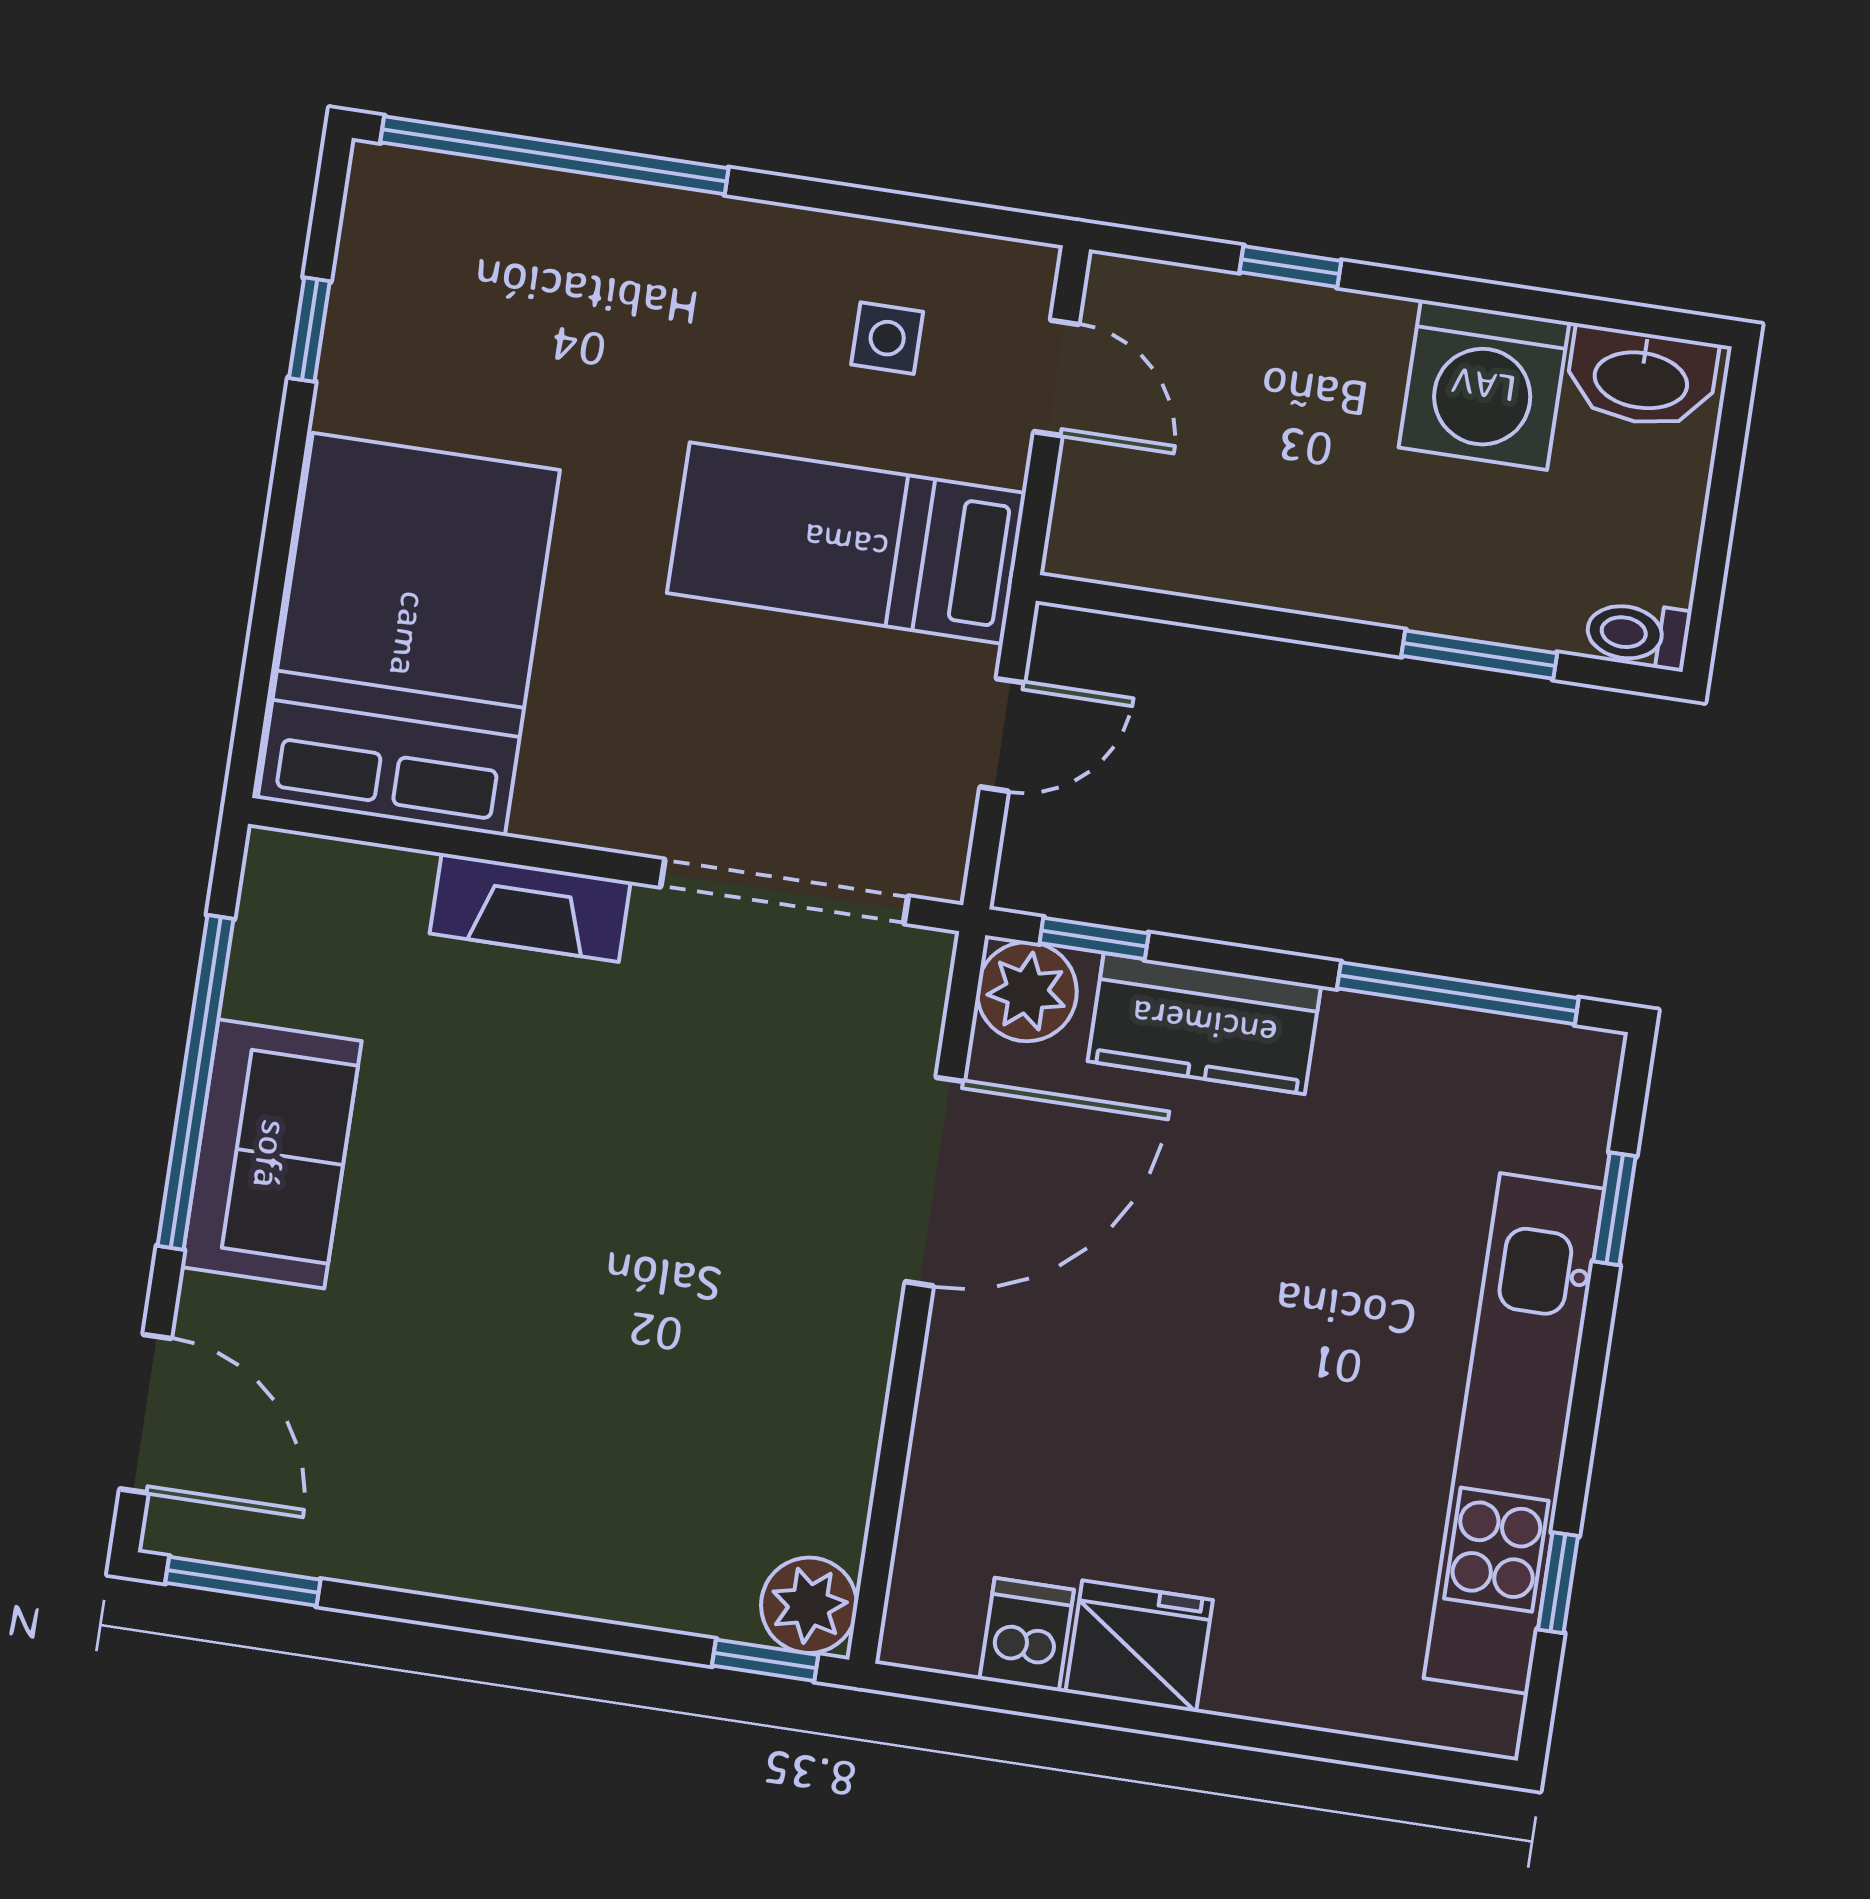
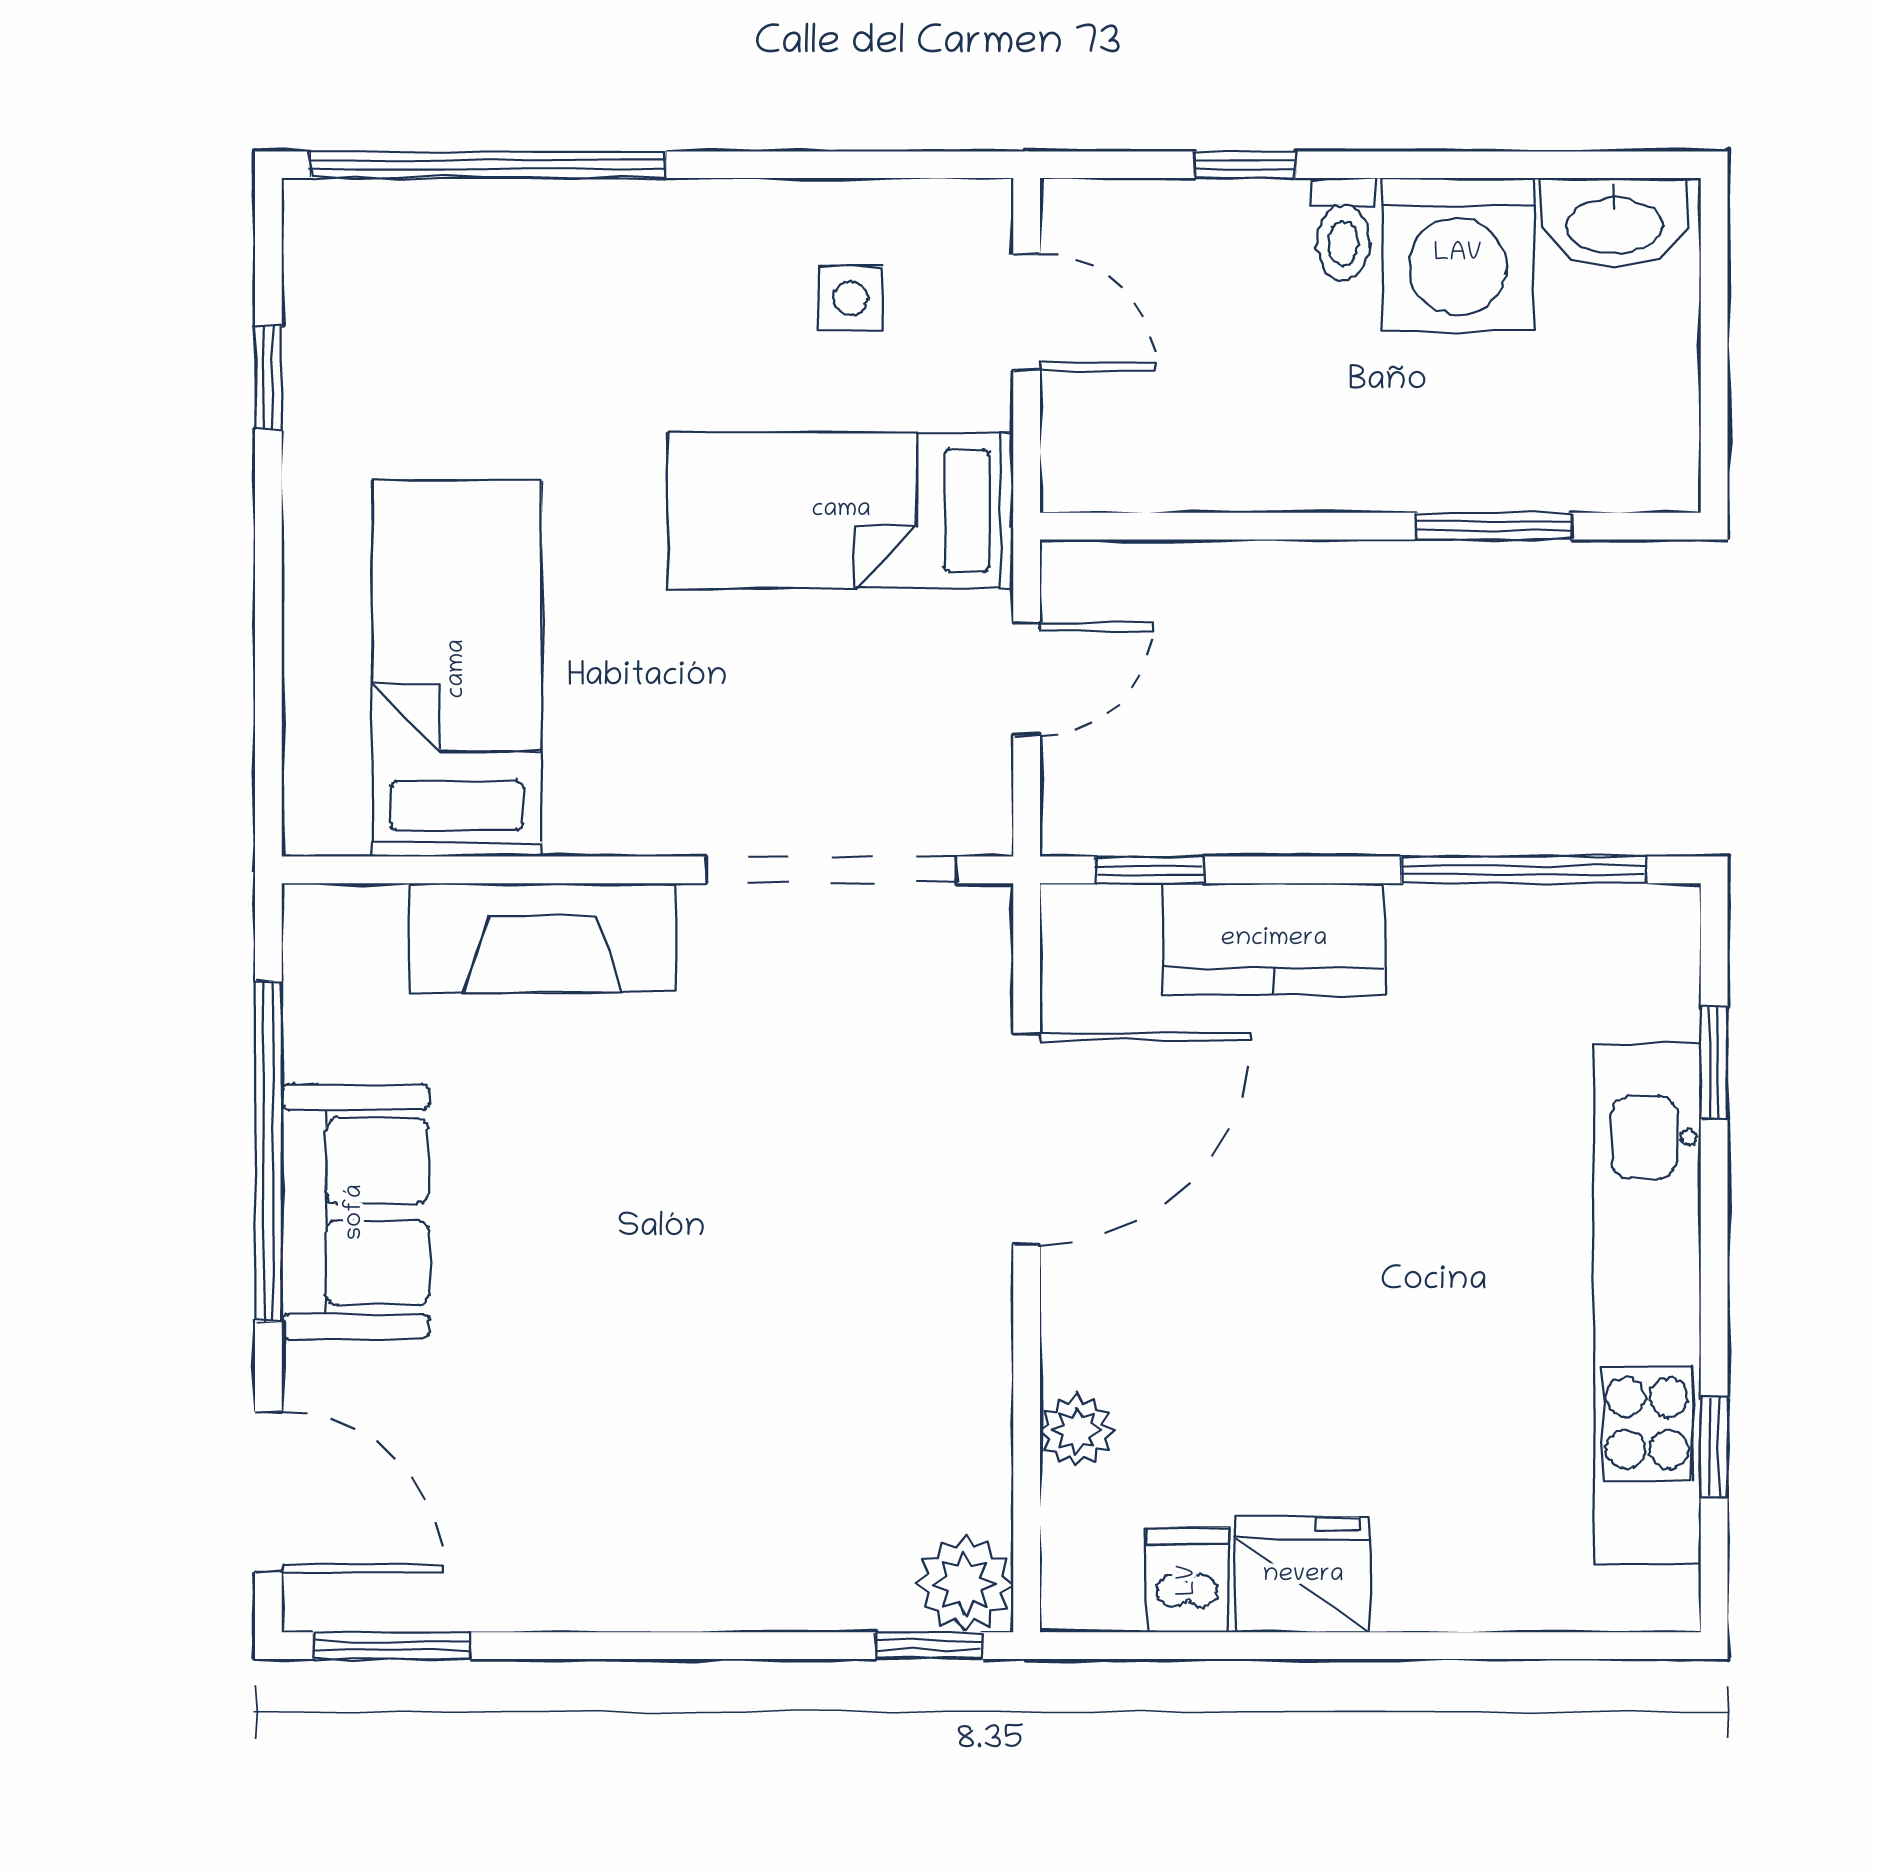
bed: (409, 634) -> (457, 669), width x0.67
toilet: (1638, 634) -> (1343, 229), moved, turned -90
fireplace: (530, 907) -> (542, 938), width x1.37, depth x1.32
plant: (1027, 992) -> (1077, 1430), moved, width x0.73, depth x0.73

